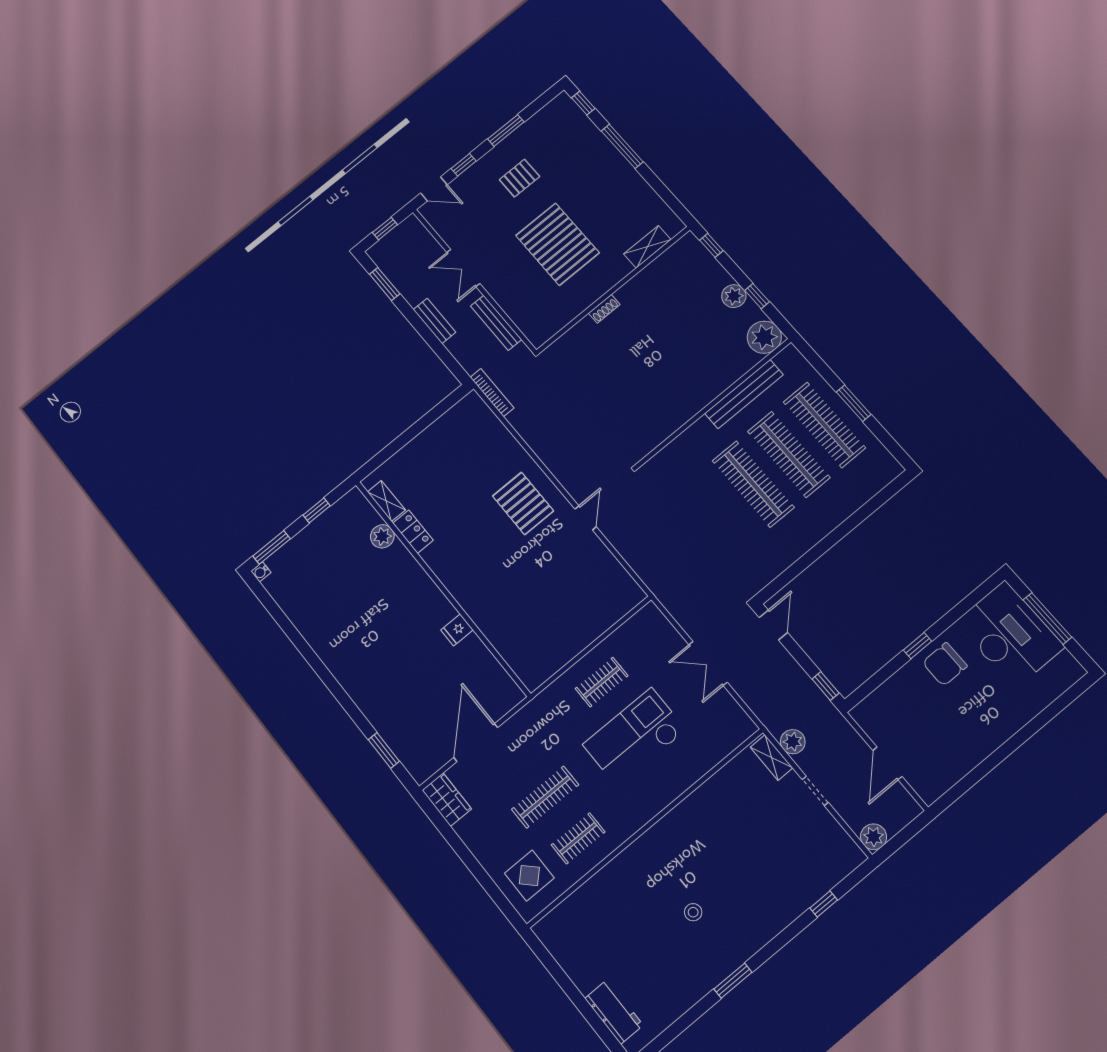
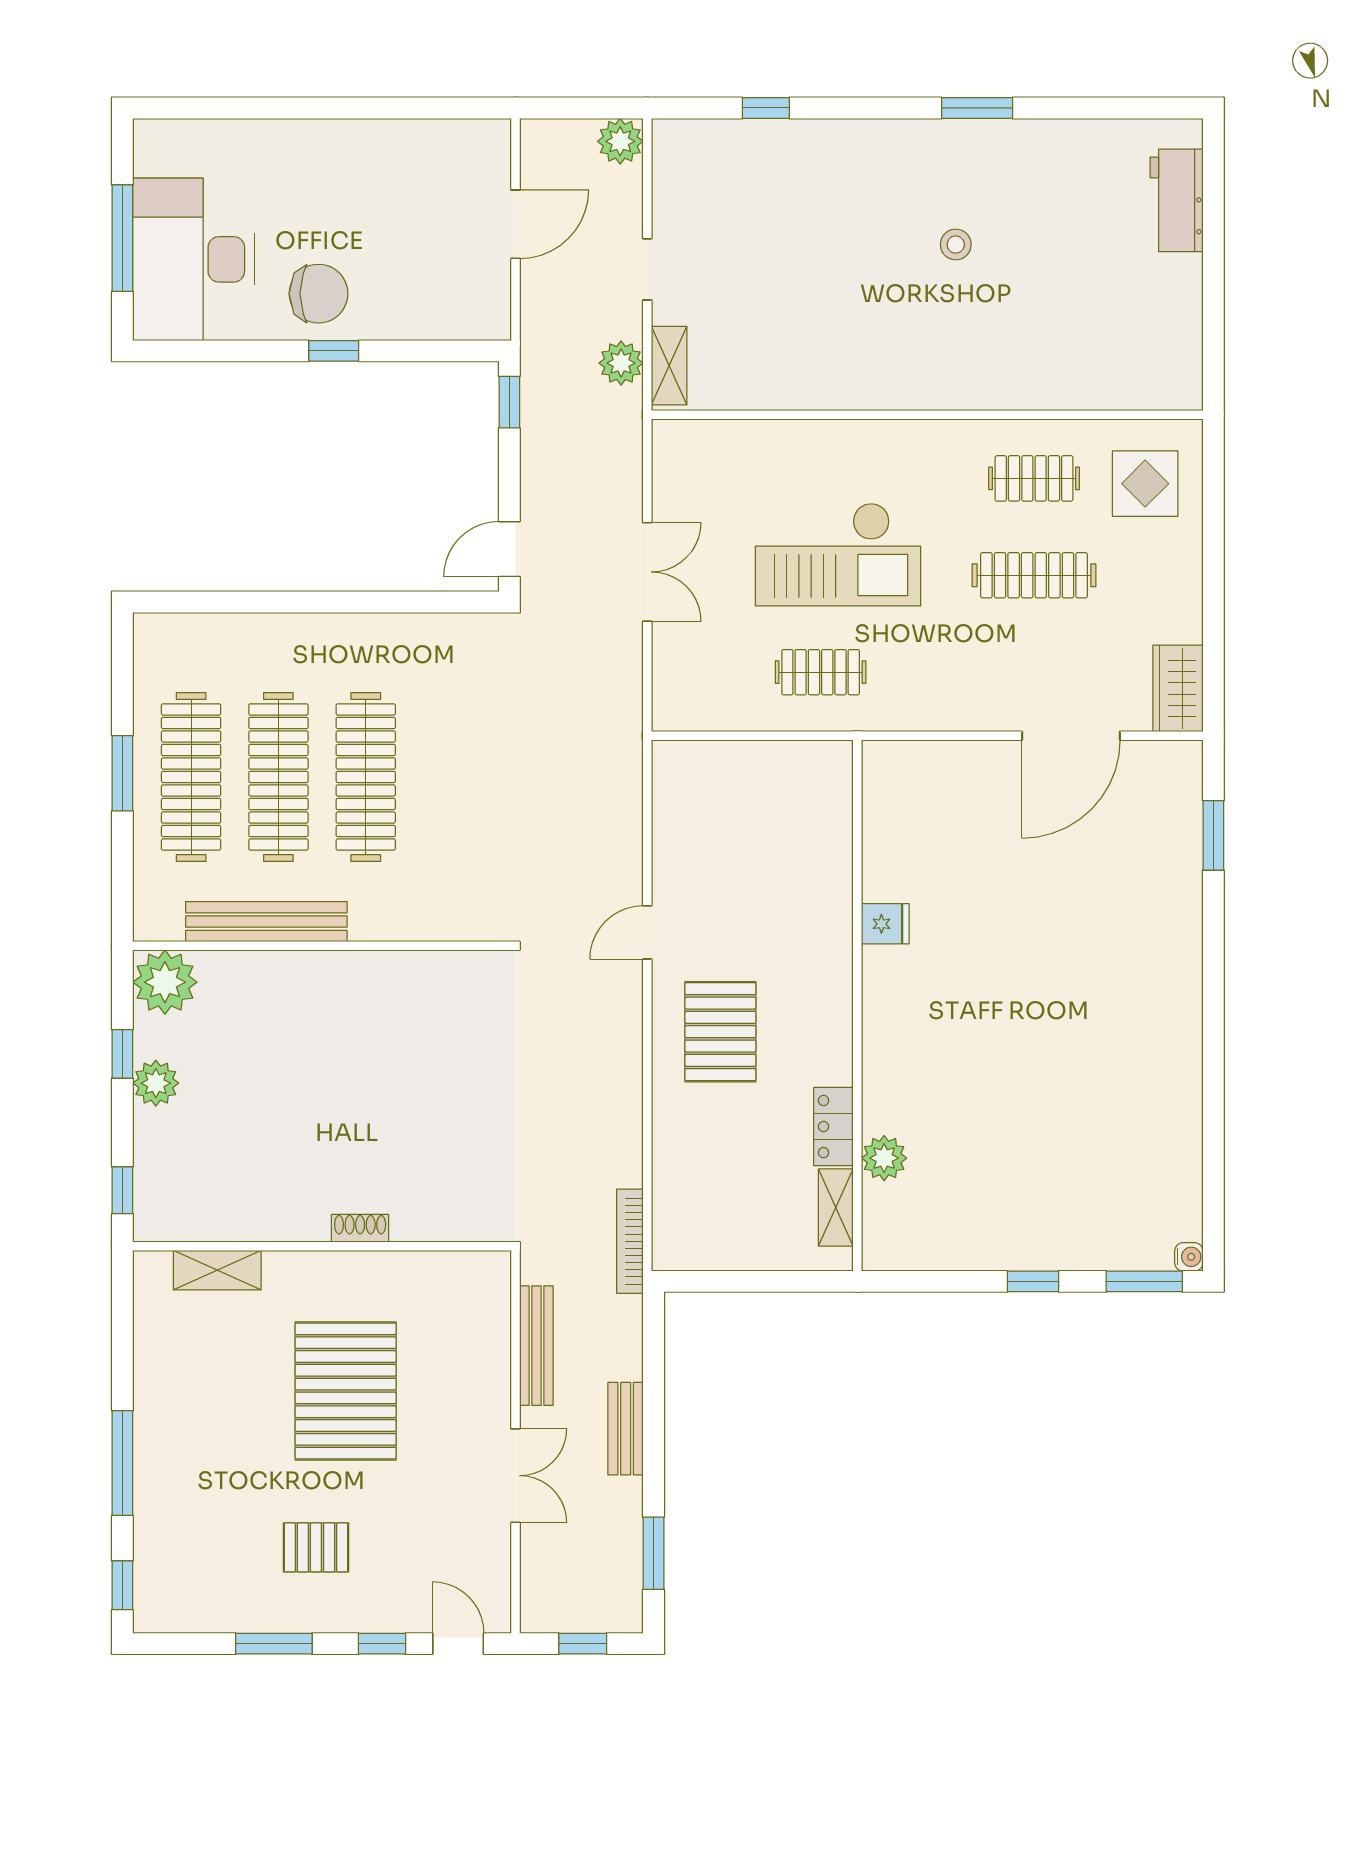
shelving: (386, 501) -> (836, 1207), moved
locker: (413, 532) -> (833, 1127), moved
plant: (382, 536) -> (884, 1158), moved
wall: (442, 588) -> (857, 1005), moved
fridge: (457, 630) -> (885, 924), moved

